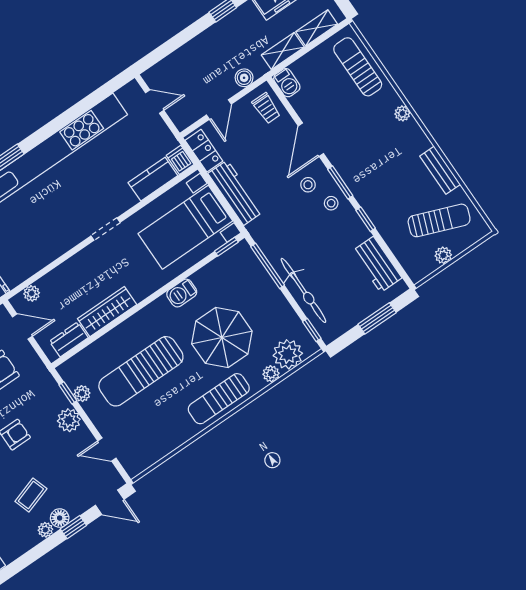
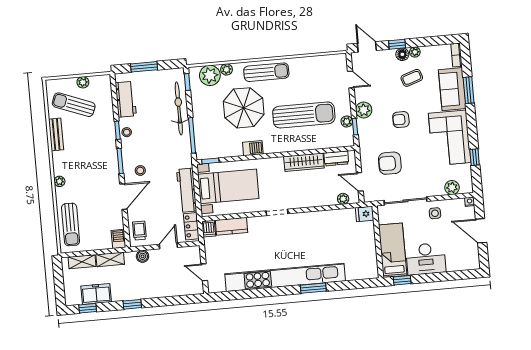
stool: (331, 203) -> (127, 132), moved

